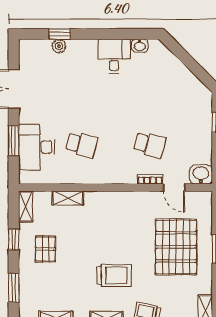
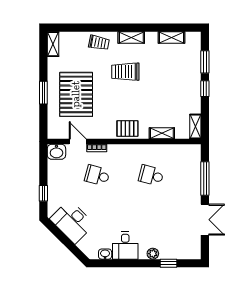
plant: (59, 46) -> (153, 254), moved
window: (14, 141) -> (205, 179), width x1.44
desk: (37, 147) -> (72, 222), moved, turned 135
window: (14, 239) -> (205, 89), moved
pallet: (45, 249) -> (127, 129), moved, turned 90

